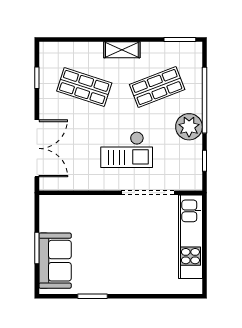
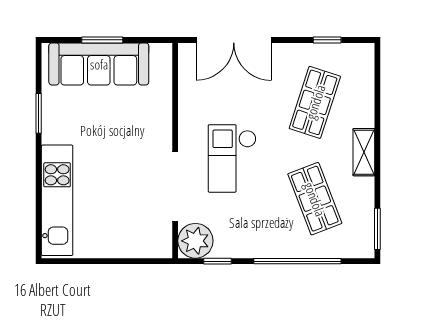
plant: (189, 127) -> (195, 241), moved
kitchen unit: (190, 237) -> (57, 200), moved, turned 90
sofa: (55, 261) -> (99, 64), width x1.36

